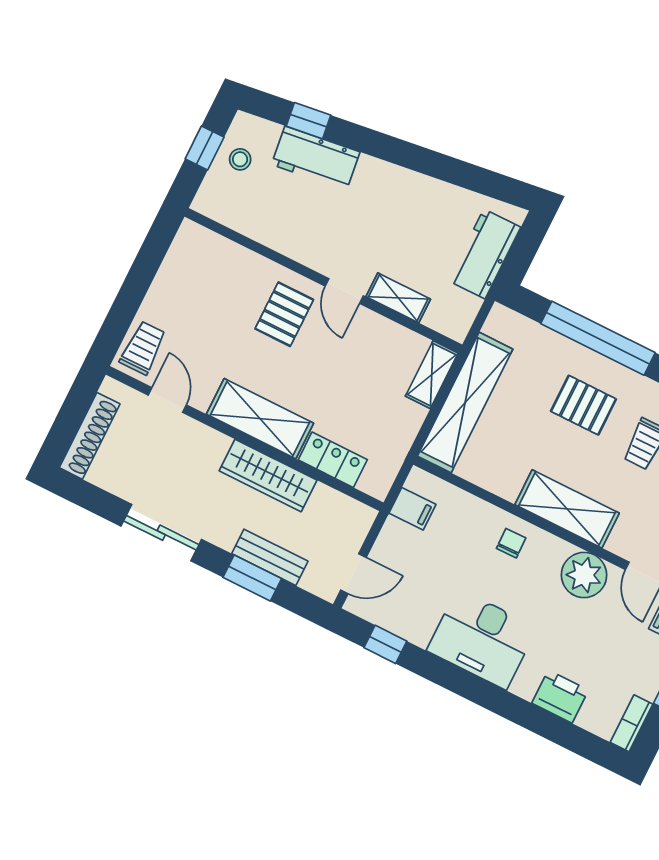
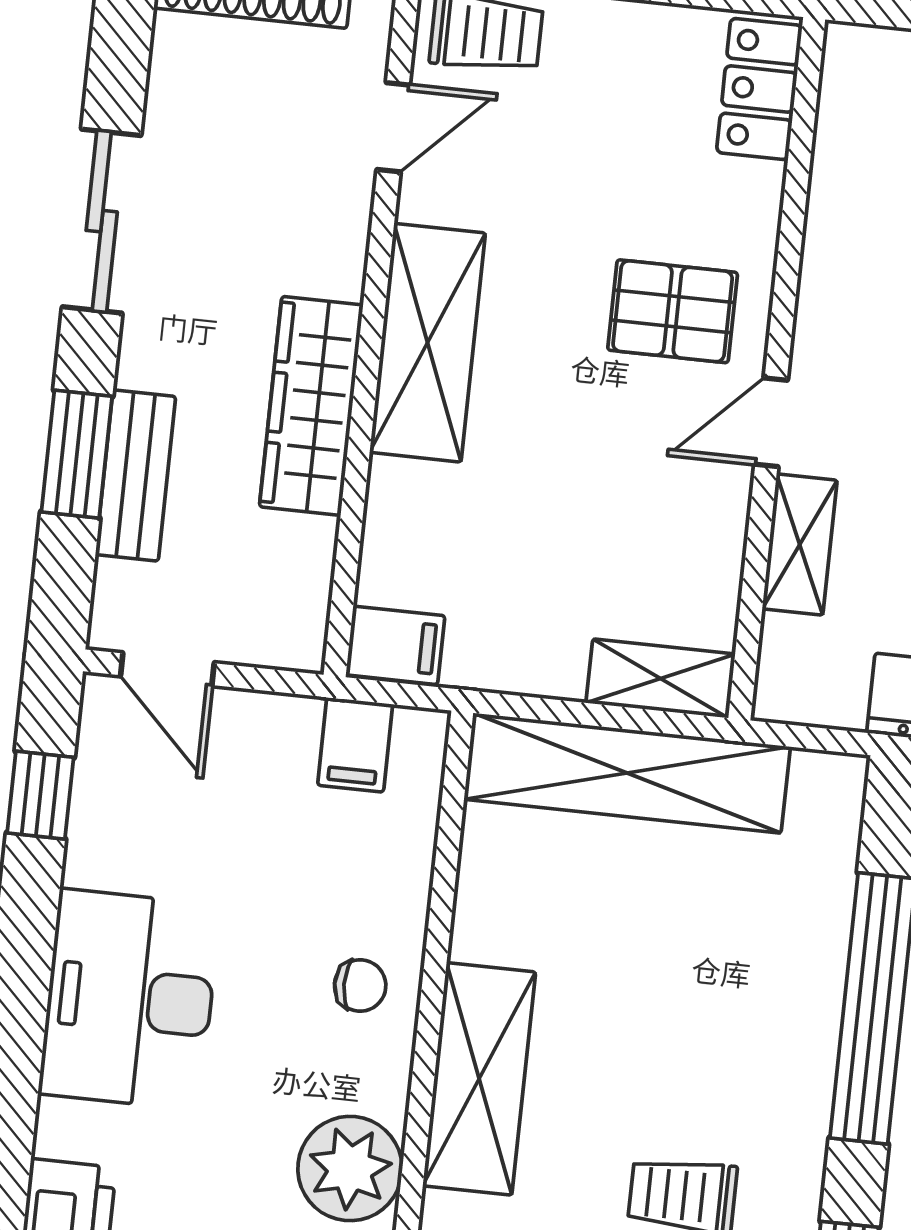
pallet: (583, 405) -> (717, 1031), removed
locker: (333, 460) -> (759, 89), moved, turned 180
filing cabinet: (378, 477) -> (395, 645), added

